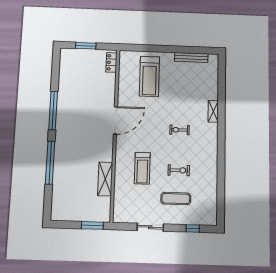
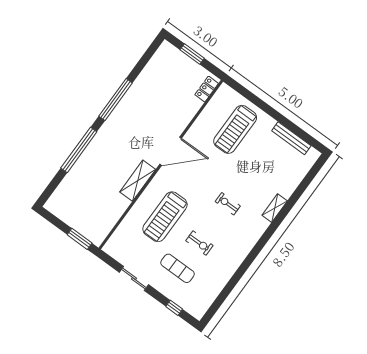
treadmill: (142, 168) -> (165, 217), width x1.37, depth x1.38
shelving: (105, 179) -> (138, 181), moved

